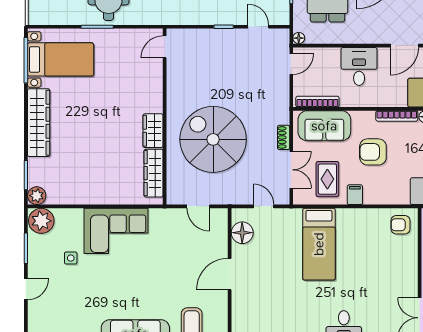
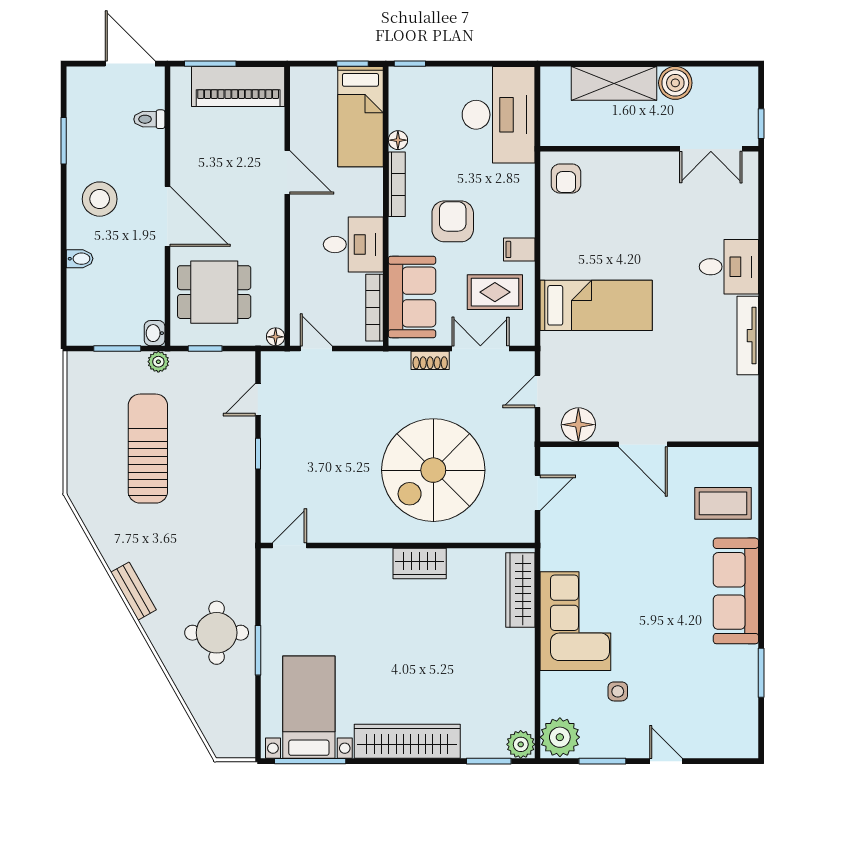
door: (165, 47) -> (289, 545), swing flipped
desk: (359, 66) -> (353, 244), moved, turned 180
armchair: (373, 152) -> (453, 221), turned 180
wardrobe: (154, 173) -> (520, 590), moved, turned 90

